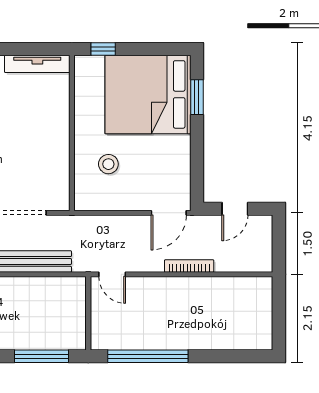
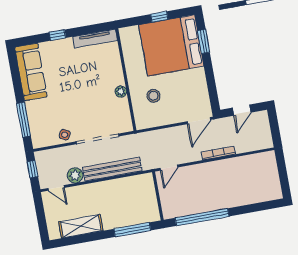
window: (103, 49) -> (159, 17), moved
plant: (61, 149) -> (121, 92), added
door: (112, 274) -> (169, 168), hinge flipped

